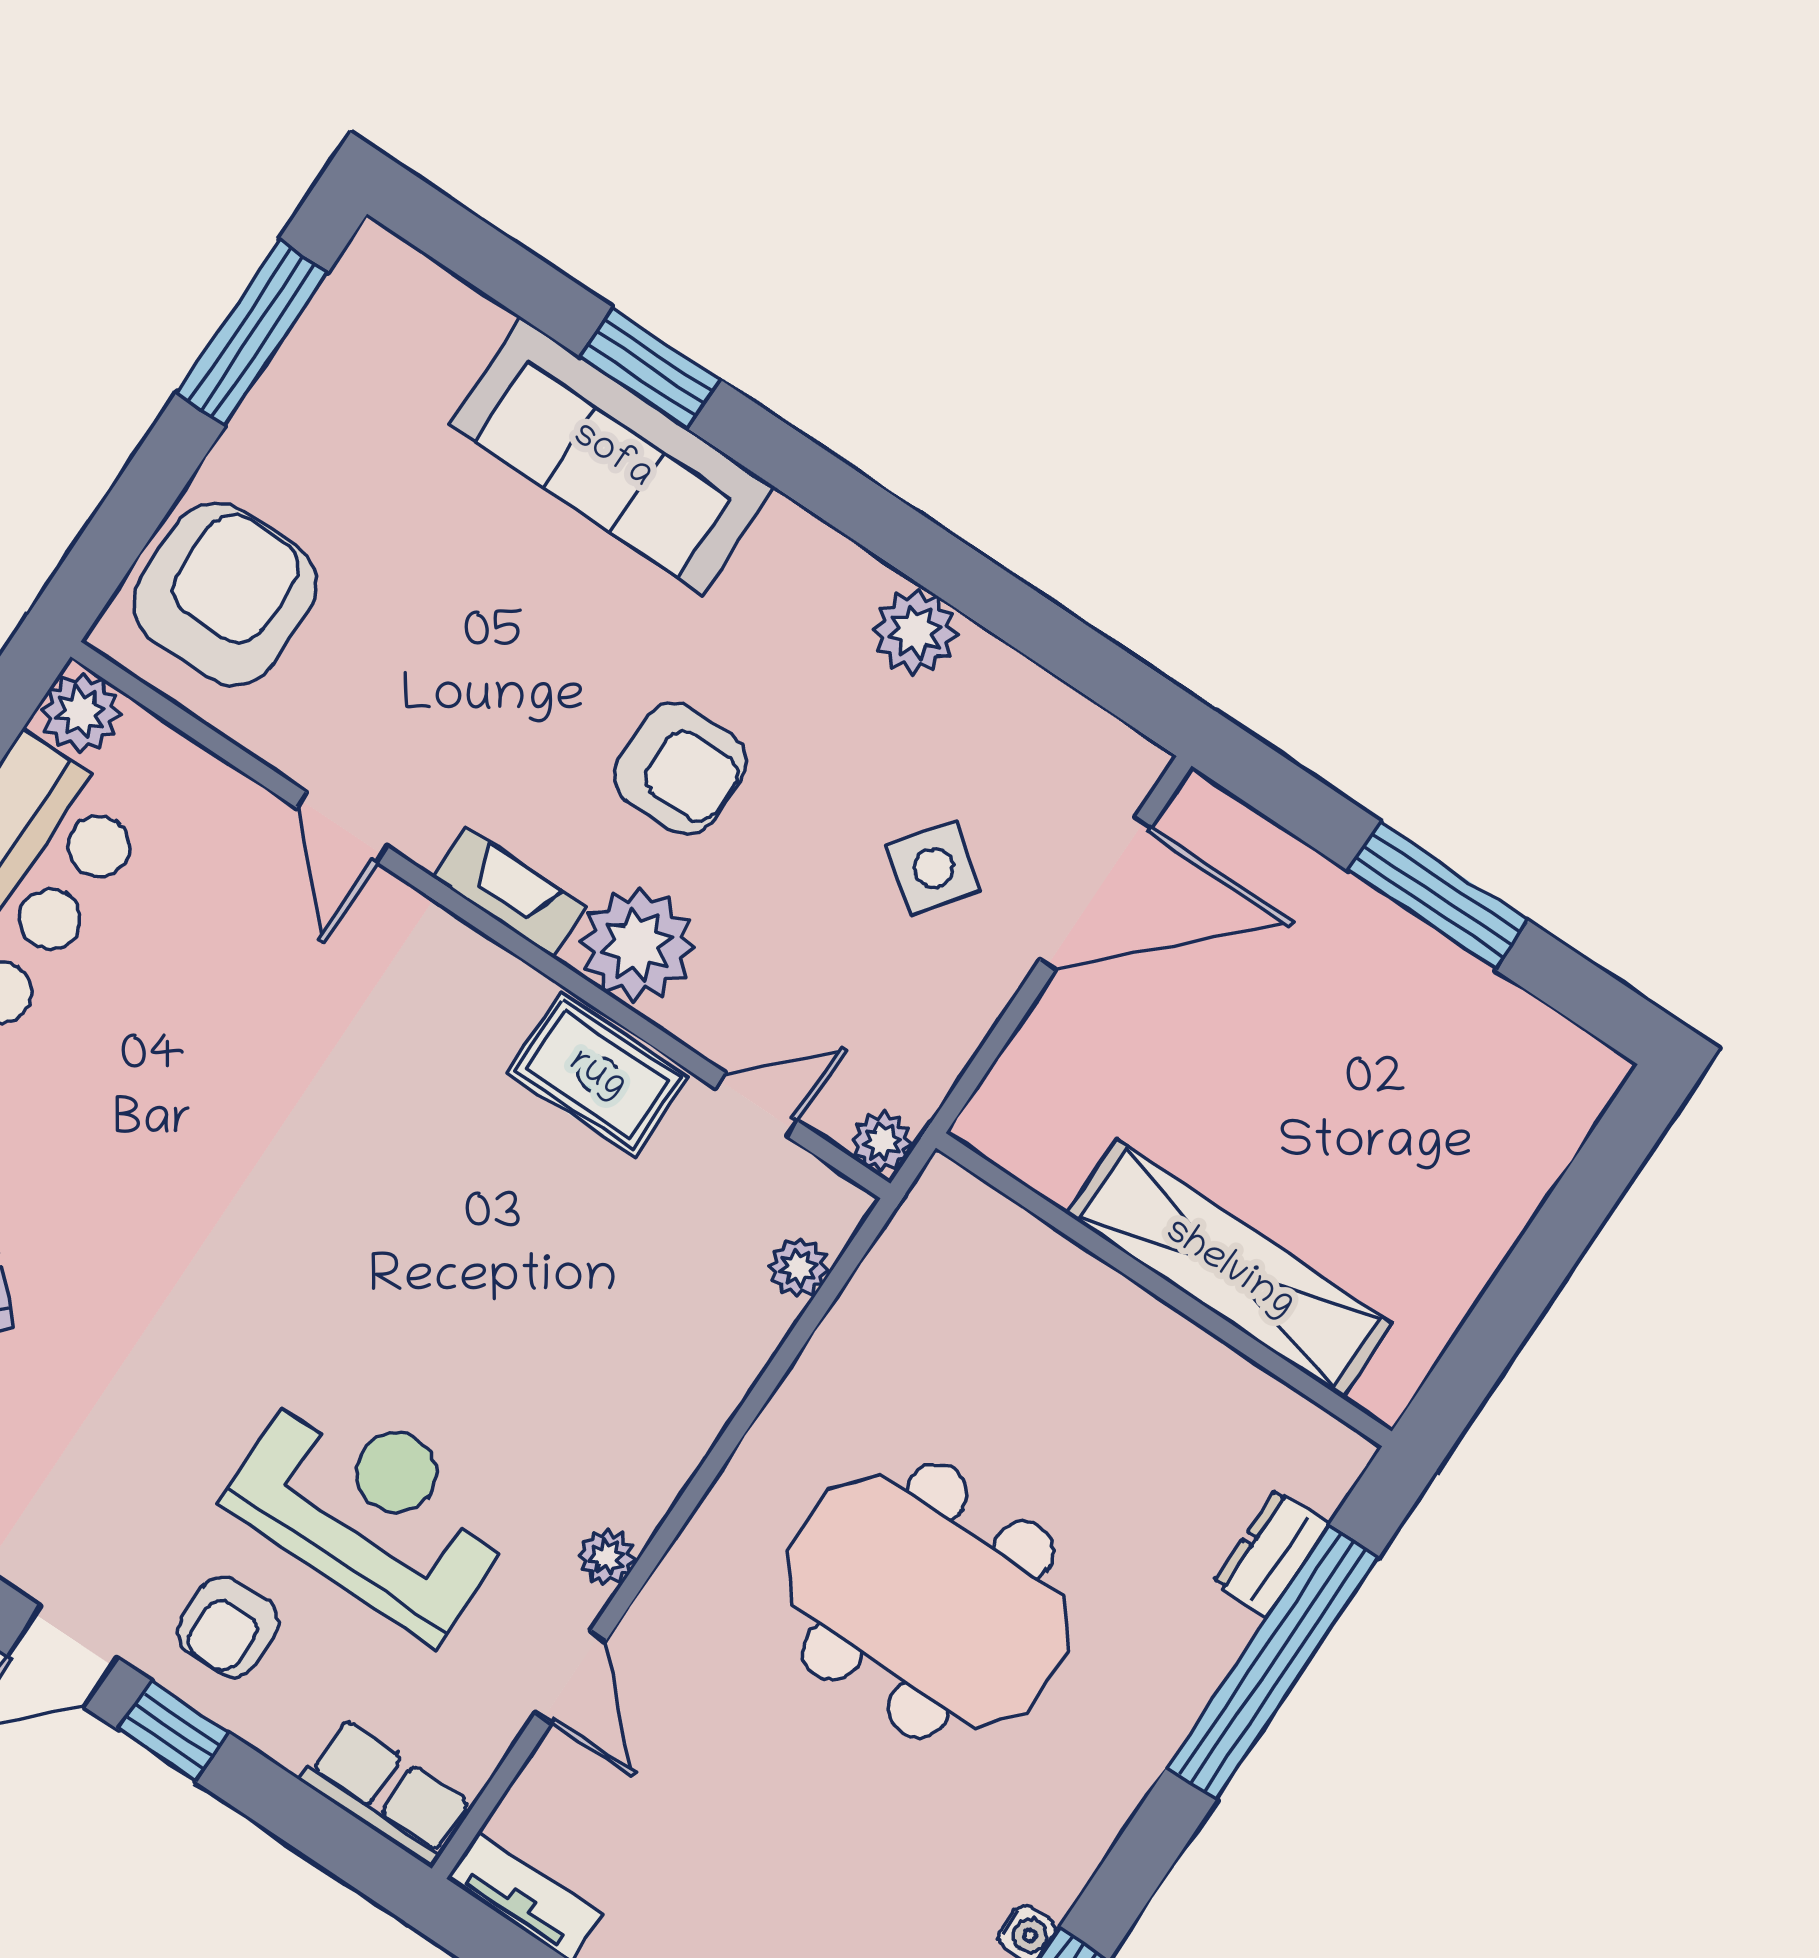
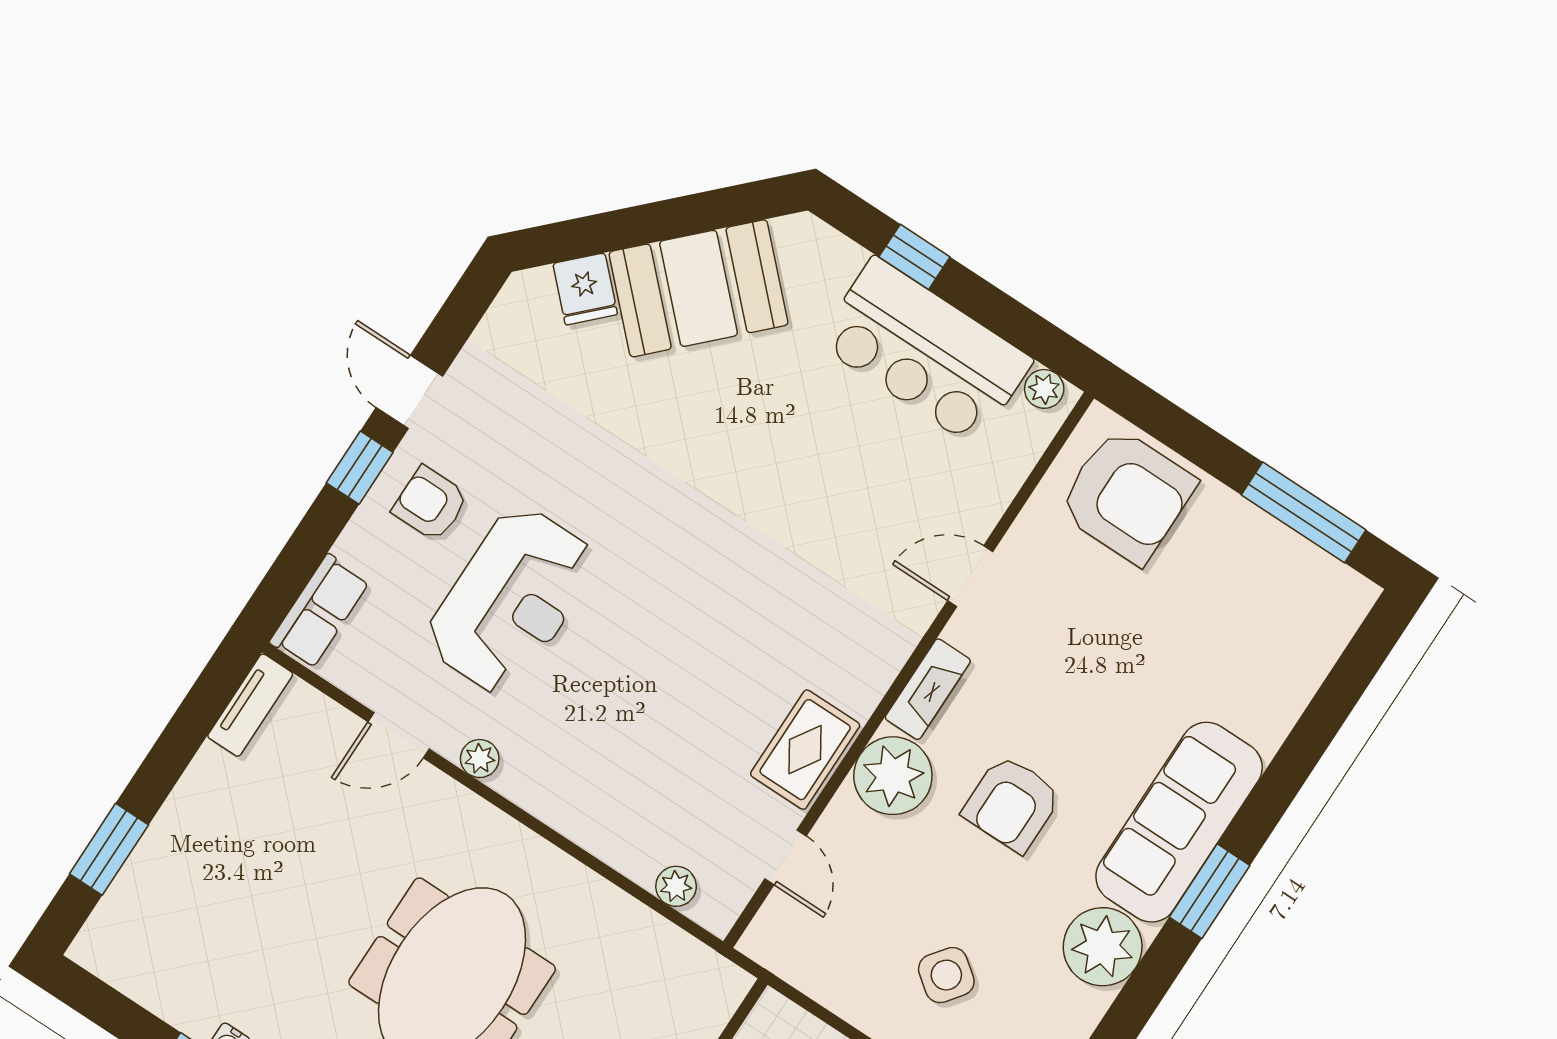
window: (650, 368) -> (1209, 891), moved
sofa: (612, 456) -> (1179, 822), moved
plant: (915, 632) -> (1103, 947), width x1.36, depth x1.36
plant: (81, 712) -> (1044, 389), width x0.73, depth x0.73
plant: (882, 1142) -> (761, 942), removed

